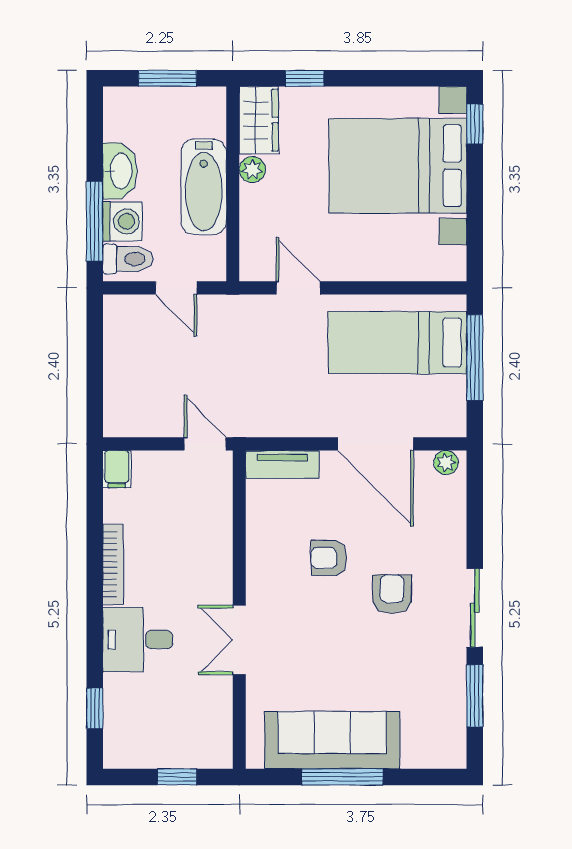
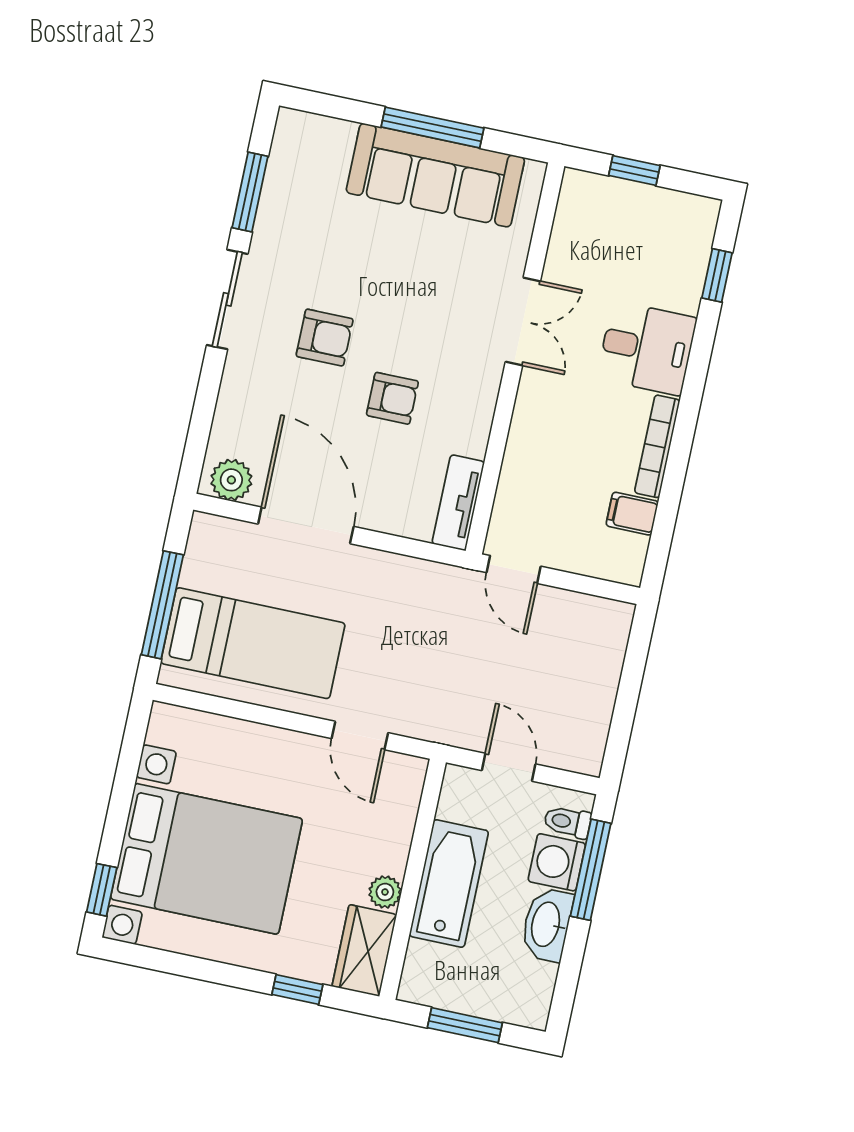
toilet: (128, 259) -> (567, 822), width x0.73, depth x0.72
plant: (446, 462) -> (231, 480), width x1.38, depth x1.38
tv unit: (282, 464) -> (458, 503), moved, turned -90
filing cabinet: (117, 469) -> (632, 514), moved, turned -90
armchair: (392, 594) -> (325, 338), turned -90

